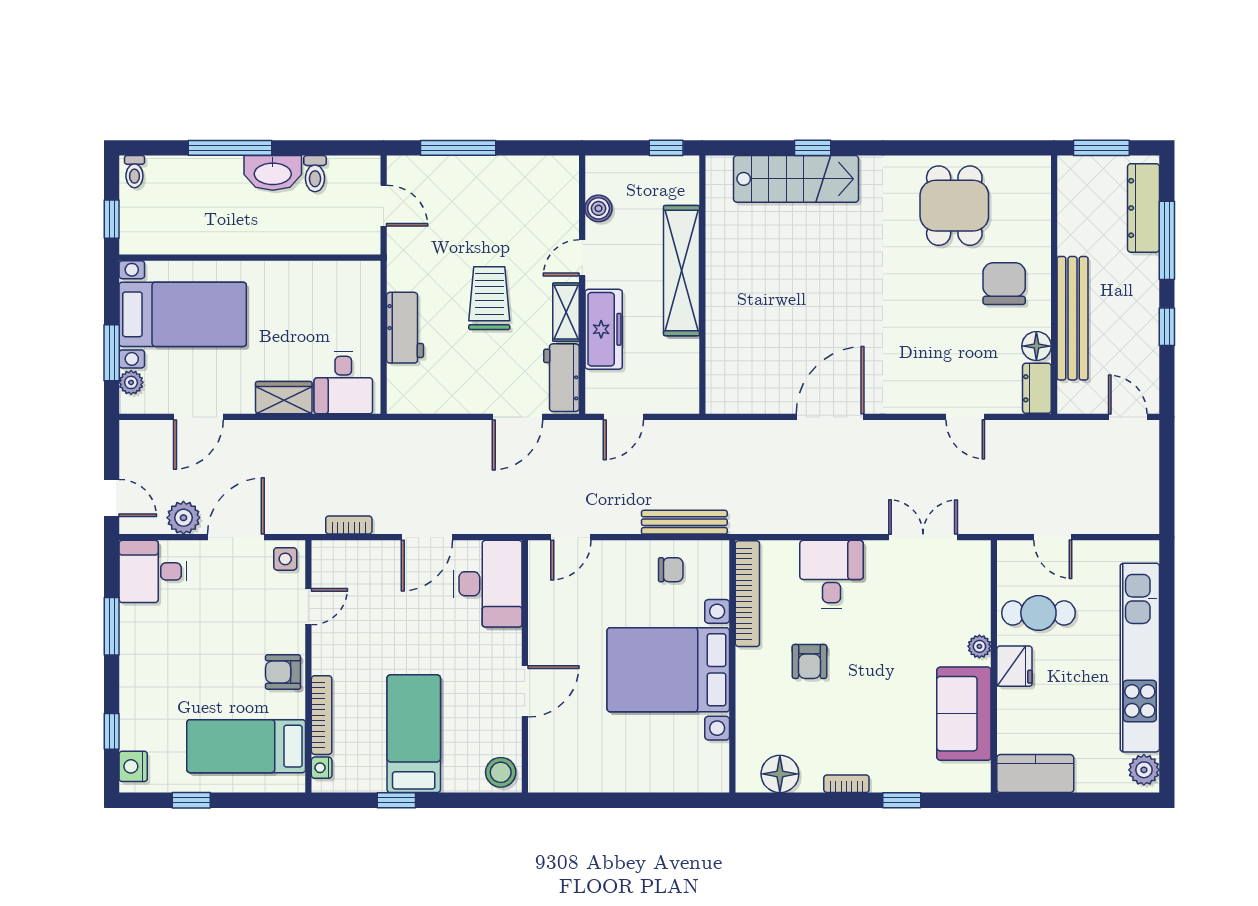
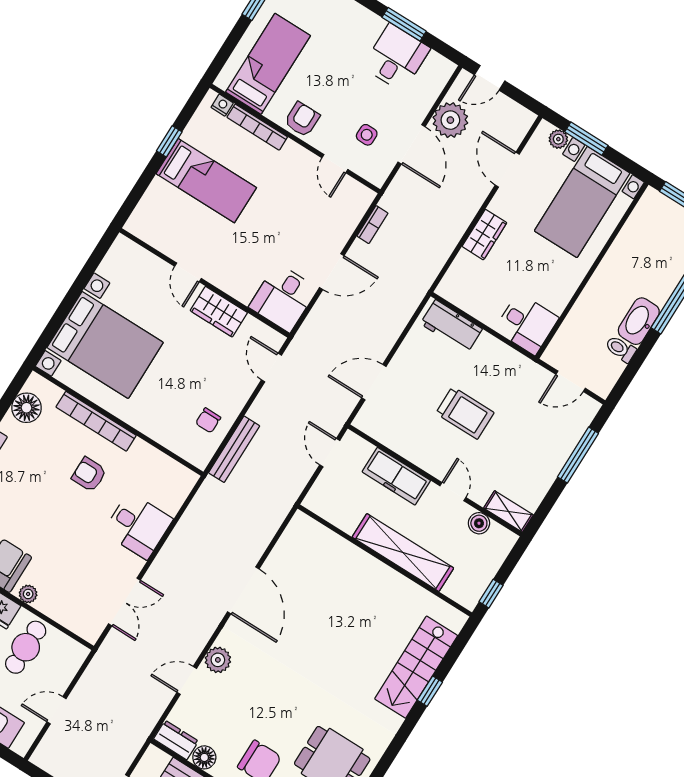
shelving: (566, 312) -> (508, 511), moved
workbench: (405, 328) -> (451, 326), moved
workbench: (562, 378) -> (382, 428), removed
desk: (343, 383) -> (527, 324), moved, turned 180
plant: (922, 397) -> (218, 660), added
door: (517, 417) -> (374, 382), hinge flipped
plant: (183, 518) -> (450, 120), width x1.36, depth x1.36
door: (427, 537) -> (332, 272), swing flipped
door: (1053, 537) -> (57, 710), moved
side table: (285, 559) -> (367, 135), moved
desk: (153, 571) -> (396, 58), moved
desk: (488, 584) -> (283, 298), width x0.73
bookcase: (747, 594) -> (96, 421), moved
wardrobe: (546, 632) -> (219, 312), added
bed with nightstands: (668, 670) -> (105, 345), moved, turned 90
door: (525, 691) -> (188, 272), width x0.73
stool: (501, 772) -> (144, 222), removed

